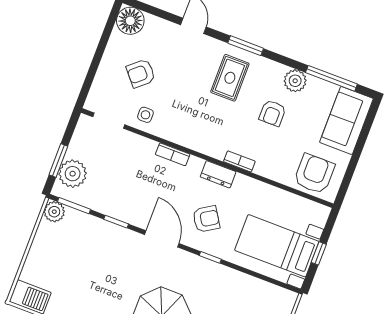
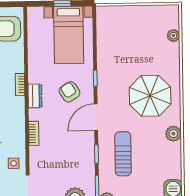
sun lounger: (104, 254) -> (123, 154), added

